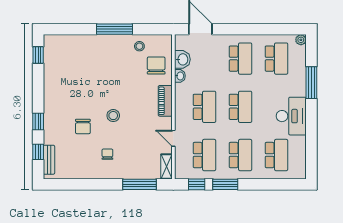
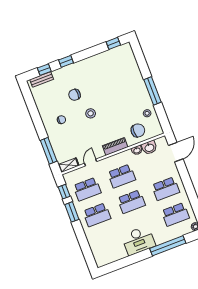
window: (311, 83) -> (168, 246), width x1.46
school desk: (276, 155) -> (107, 240), removed

